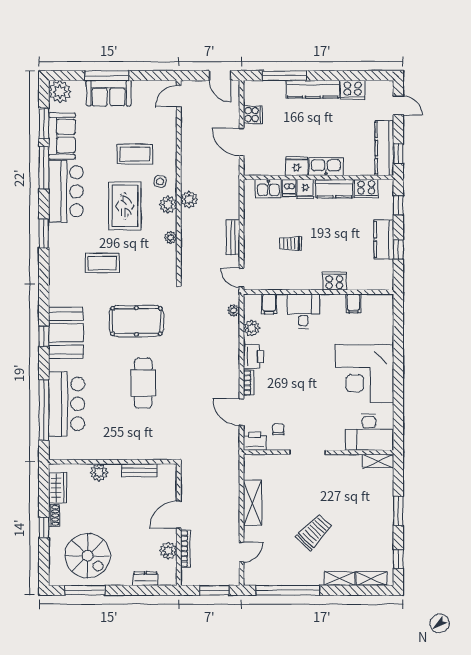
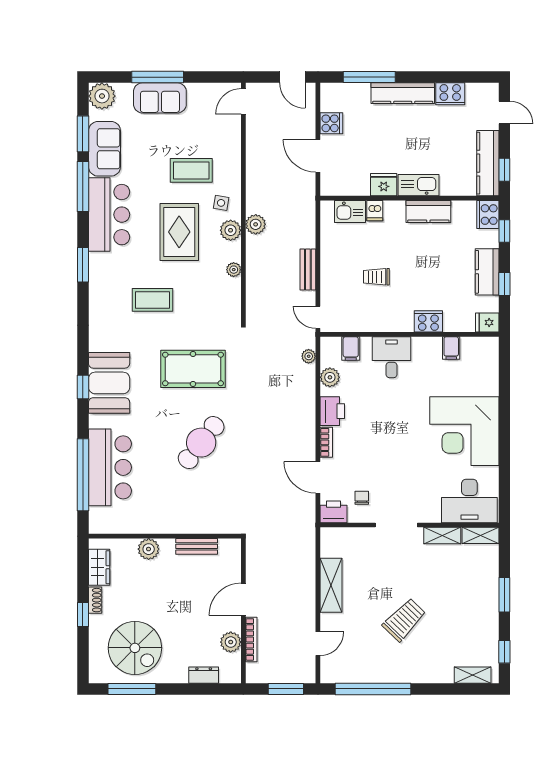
fridge: (305, 189) -> (487, 323), moved, turned 90
cooker: (366, 189) -> (488, 215), moved, turned 90
cafe table: (143, 383) -> (201, 443), turned 38
shelving: (340, 579) -> (442, 535), moved

